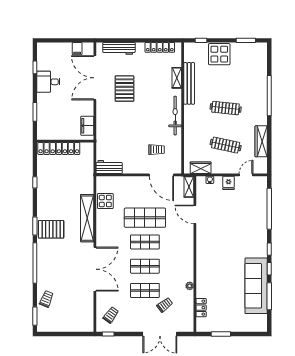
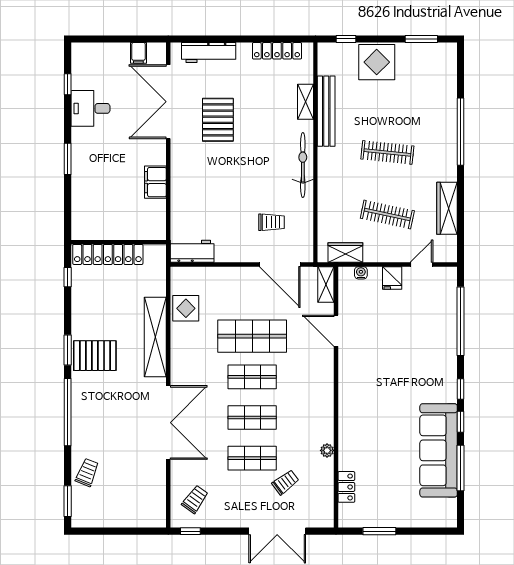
wall: (65, 141) -> (119, 242), moved
locker: (59, 148) -> (108, 254), moved

